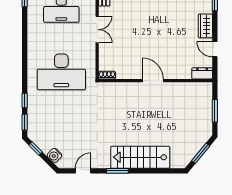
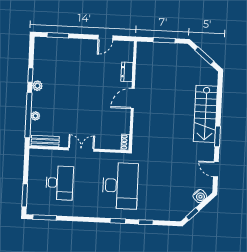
wardrobe: (205, 26) -> (83, 46), removed
dresser: (202, 73) -> (127, 72), moved
window: (25, 122) -> (118, 221), moved

